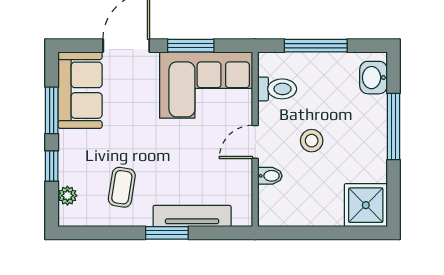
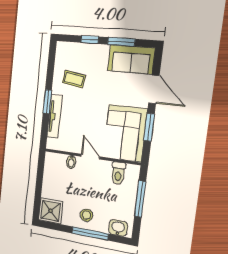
stool: (312, 141) -> (87, 215), moved
plant: (67, 196) -> (73, 48), removed

